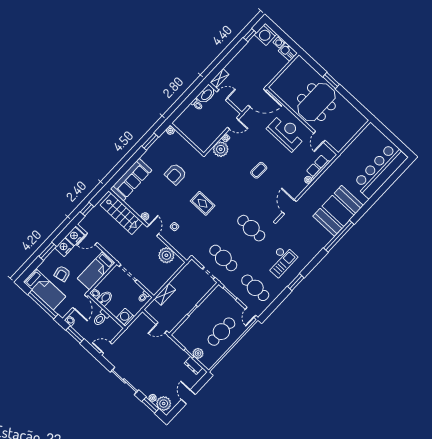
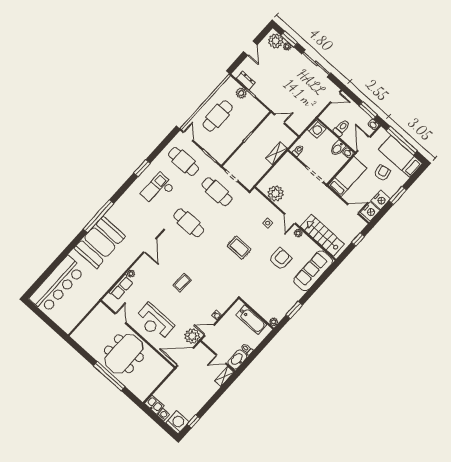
window: (331, 81) -> (109, 376), width x2.11
bathtub: (192, 133) -> (251, 320), added
plant: (221, 149) -> (192, 336), moved
armchair: (176, 174) -> (280, 259), moved

